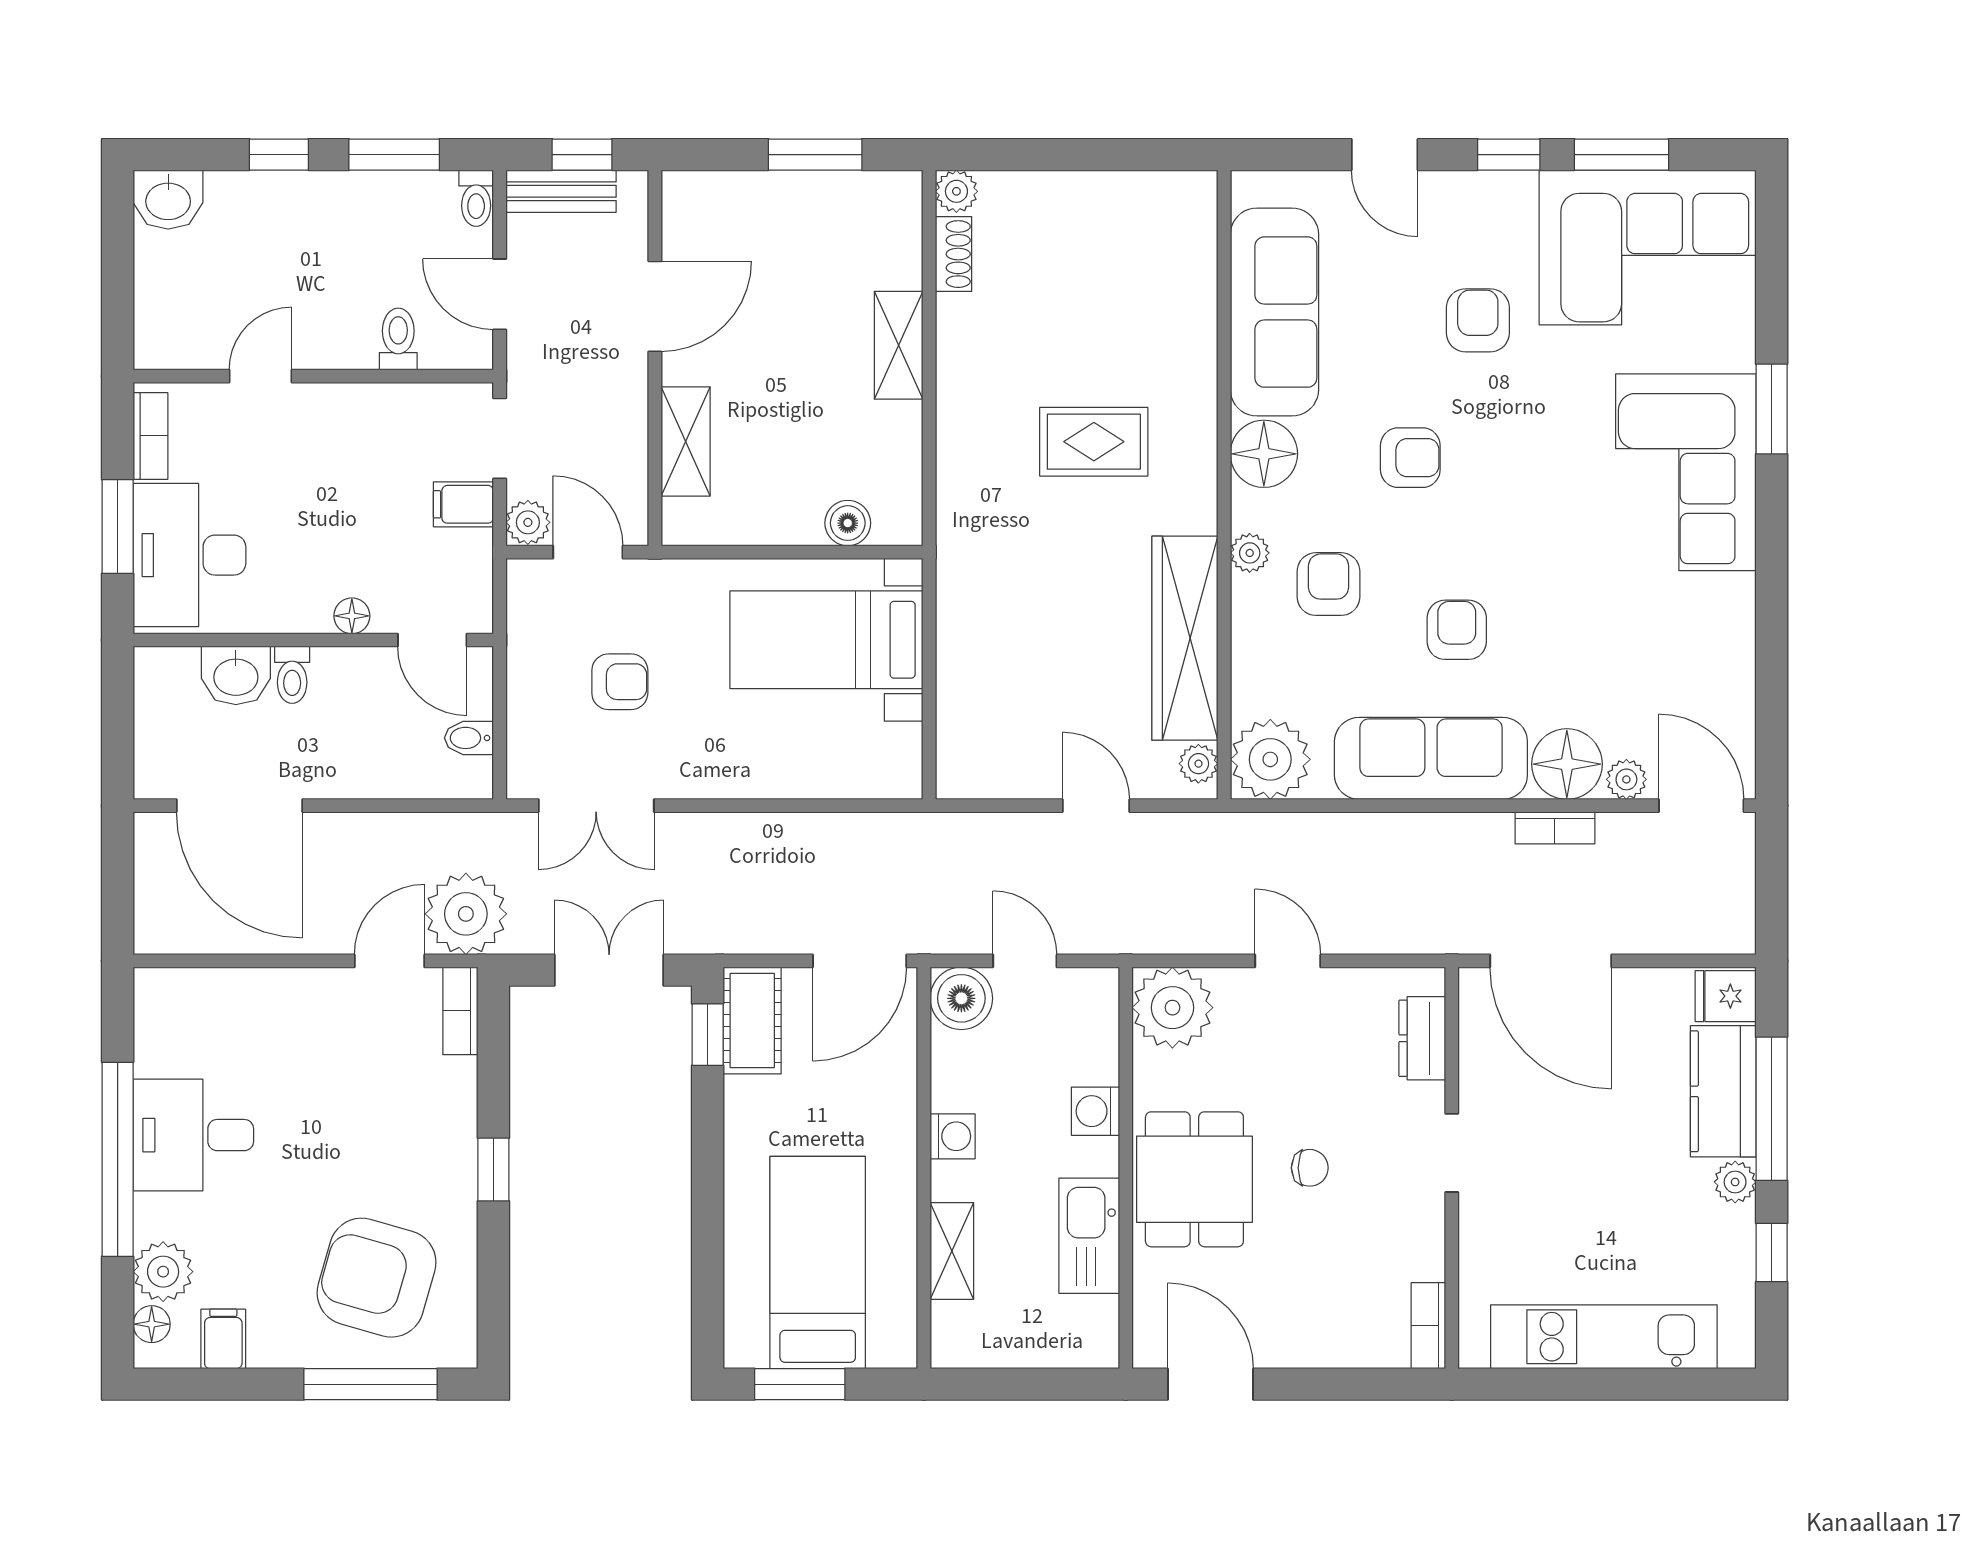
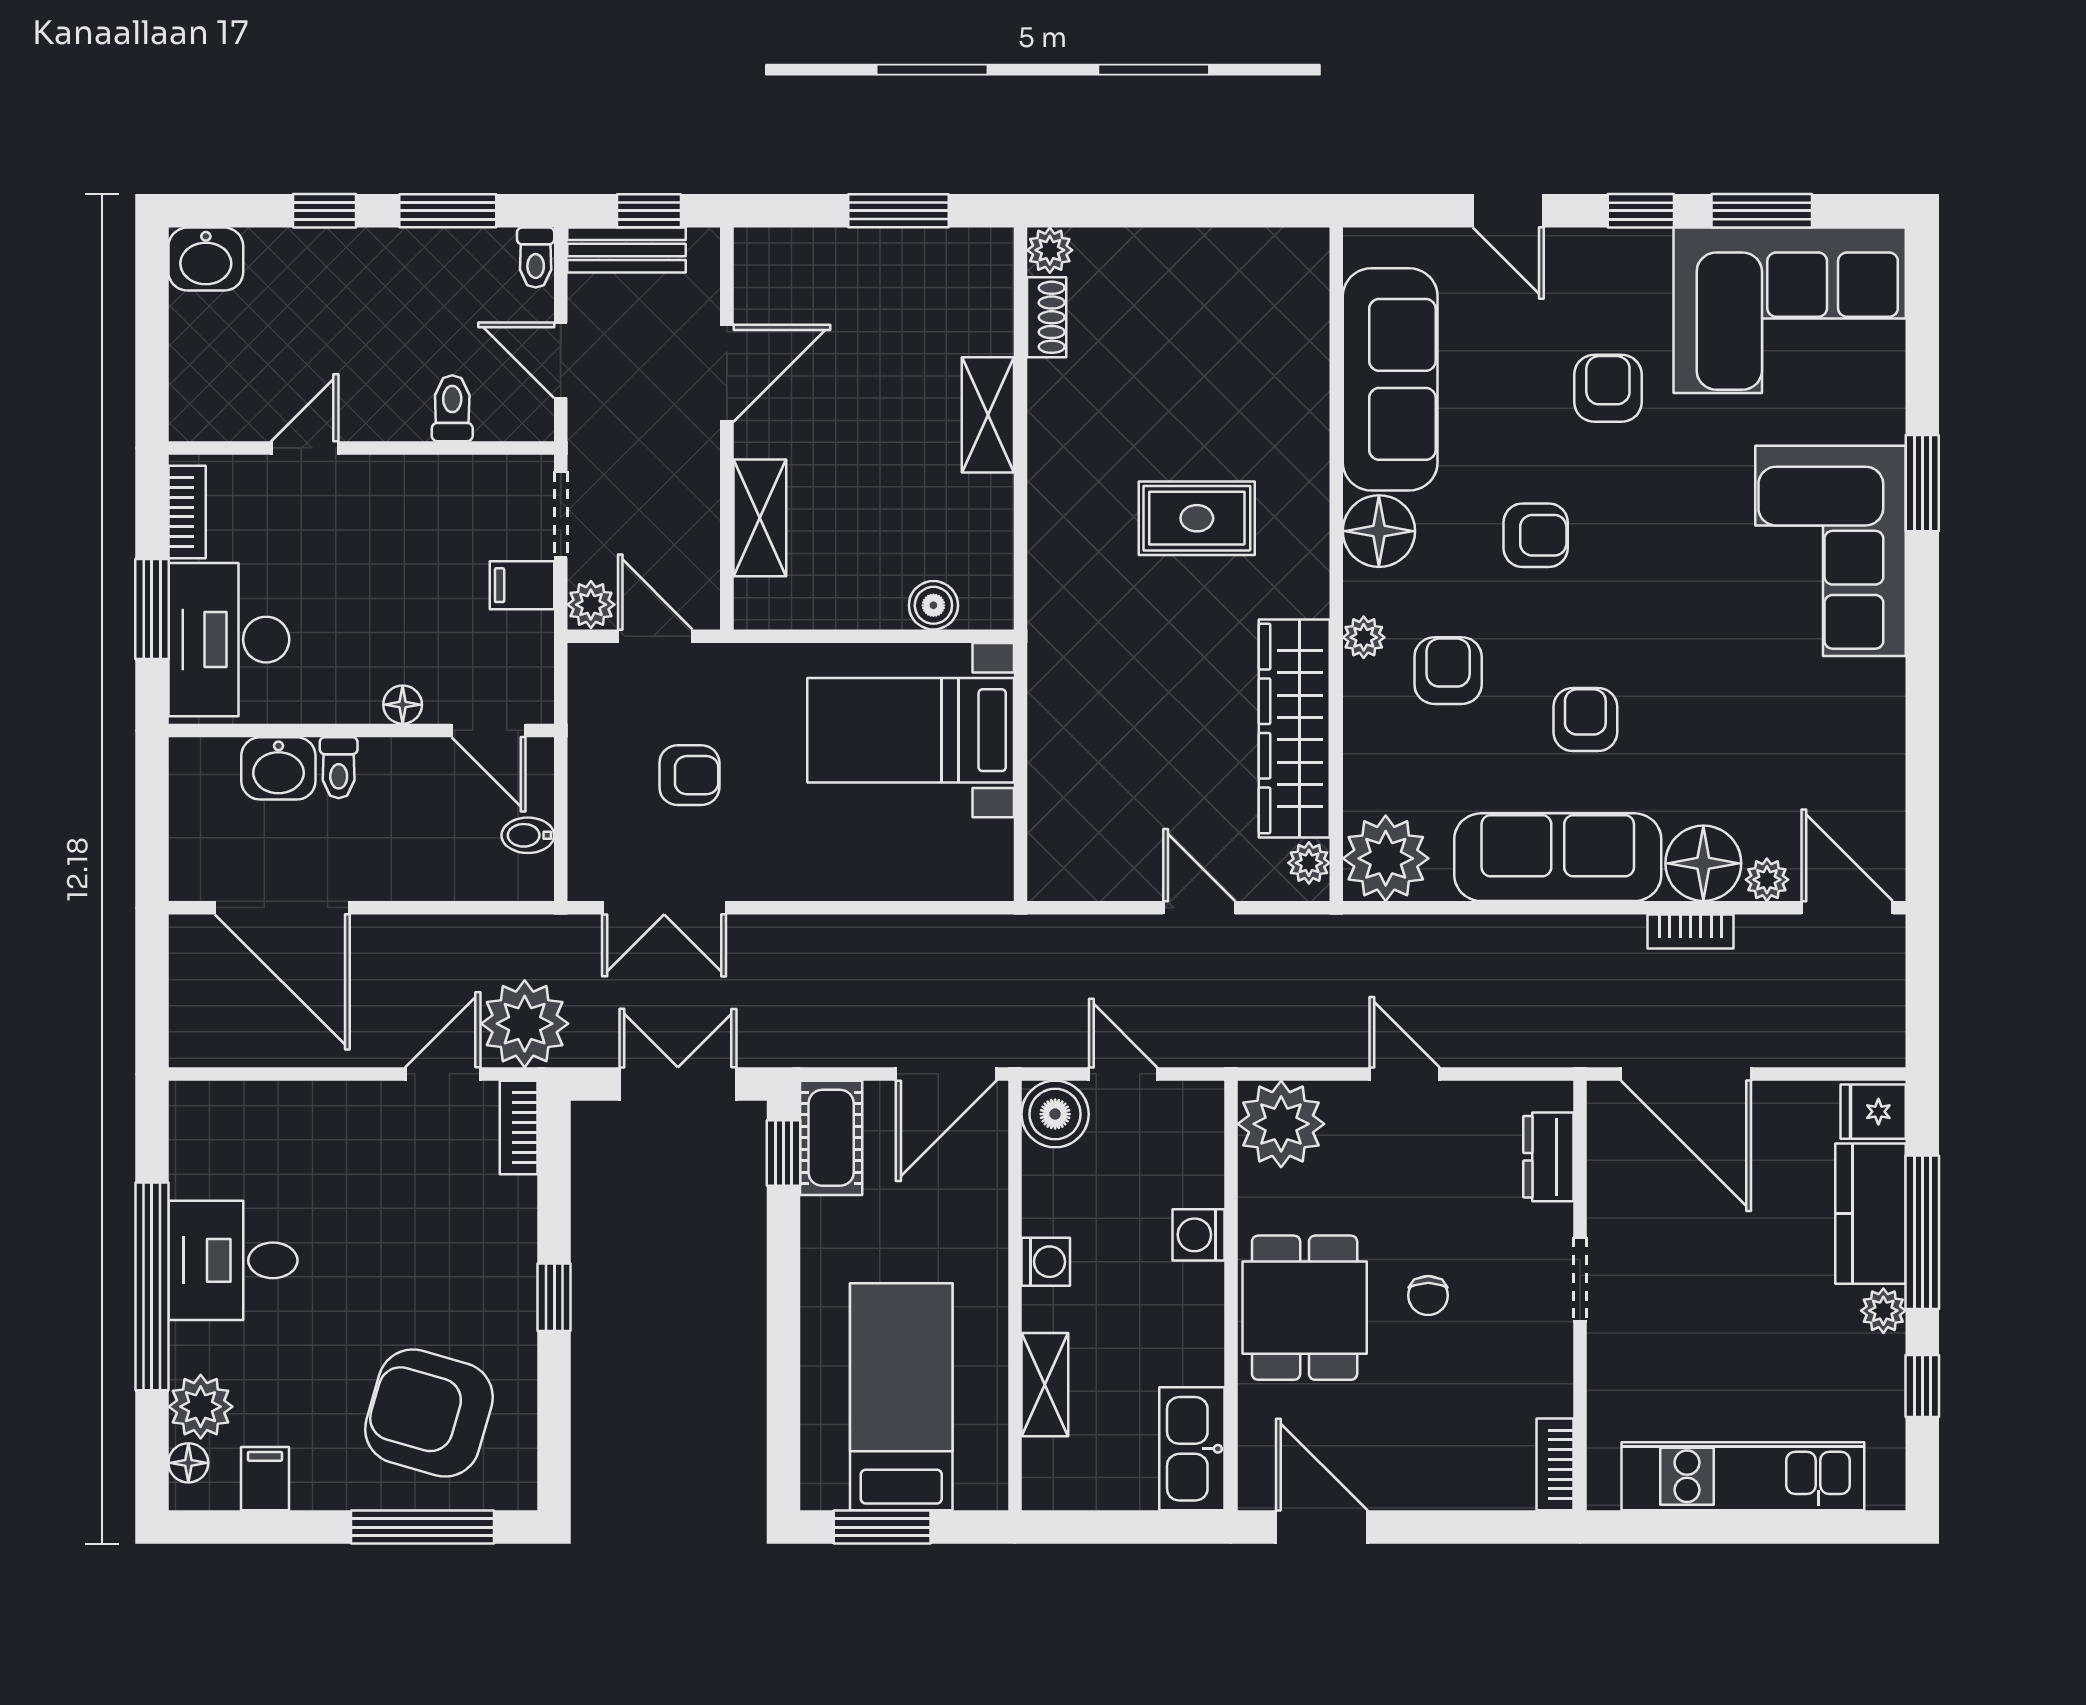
chair: (1310, 1168) -> (1428, 1296), turned 90
kitchen sink: (1089, 1236) -> (1192, 1449), moved

